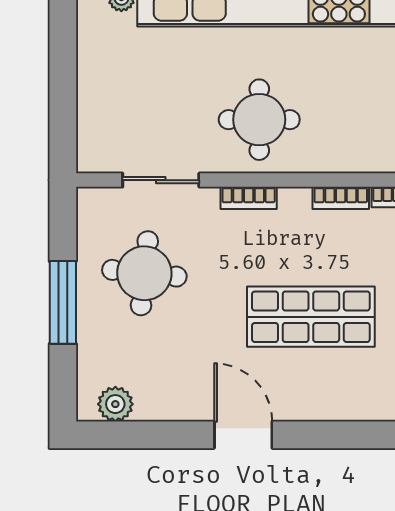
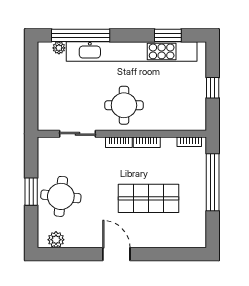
bookcase: (341, 198) -> (147, 142), moved
round table: (144, 273) -> (61, 196), moved
window: (63, 302) -> (31, 192), width x0.69

